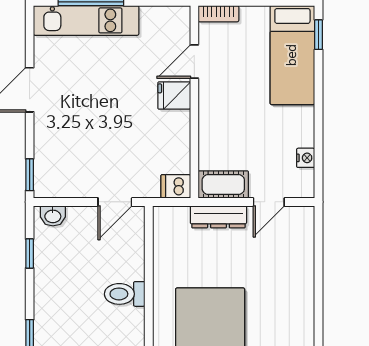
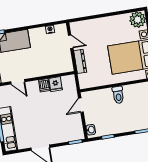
fridge: (174, 95) -> (56, 84), moved
cot: (223, 184) -> (66, 62), removed
dishwasher: (176, 186) -> (44, 85), moved
door: (115, 202) -> (81, 105), swing flipped

